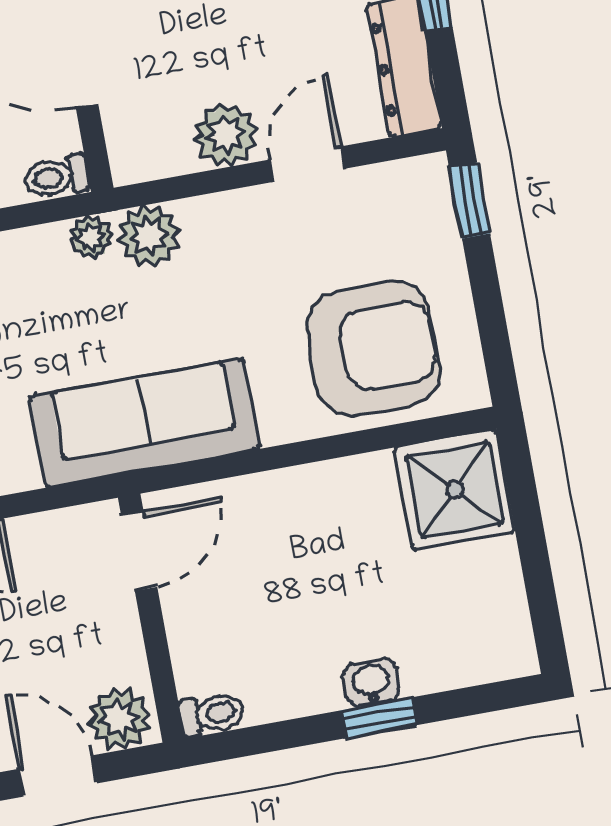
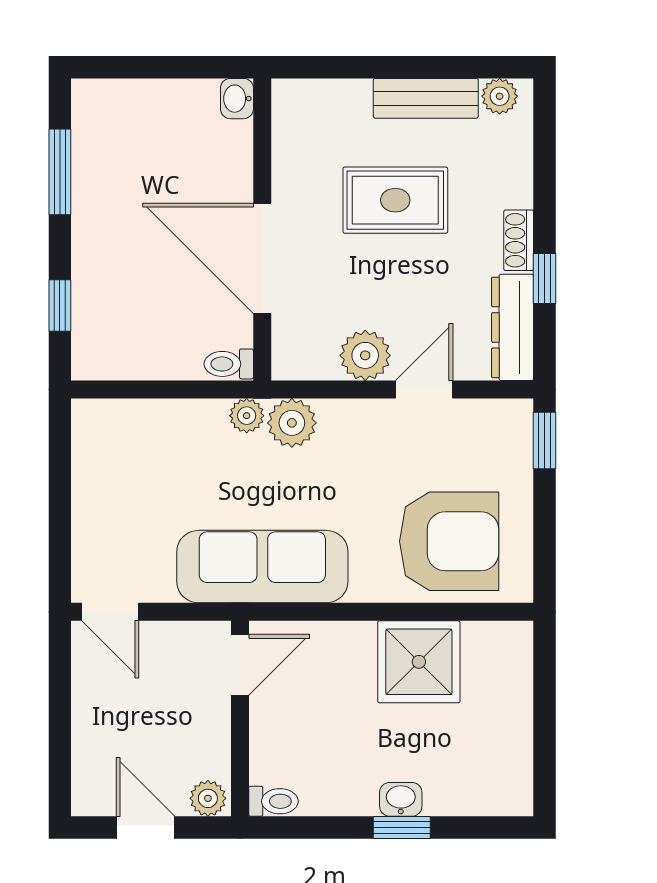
shower: (455, 490) -> (419, 662), moved
plant: (119, 718) -> (208, 798), width x0.73, depth x0.73

